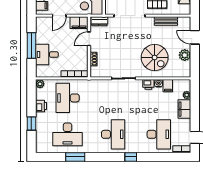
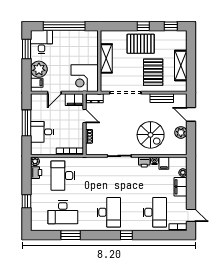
door: (89, 39) -> (84, 116), swing flipped
printer: (41, 106) -> (36, 173), moved

